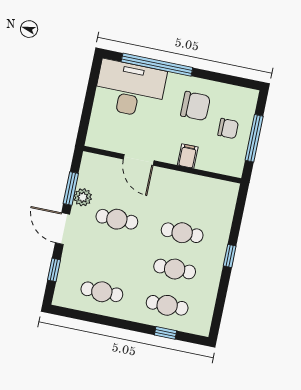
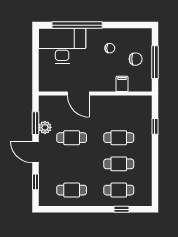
chair: (195, 106) -> (110, 48), width x0.54, depth x0.54
filing cabinet: (188, 156) -> (122, 84), moved
window: (230, 256) -> (155, 126), moved

